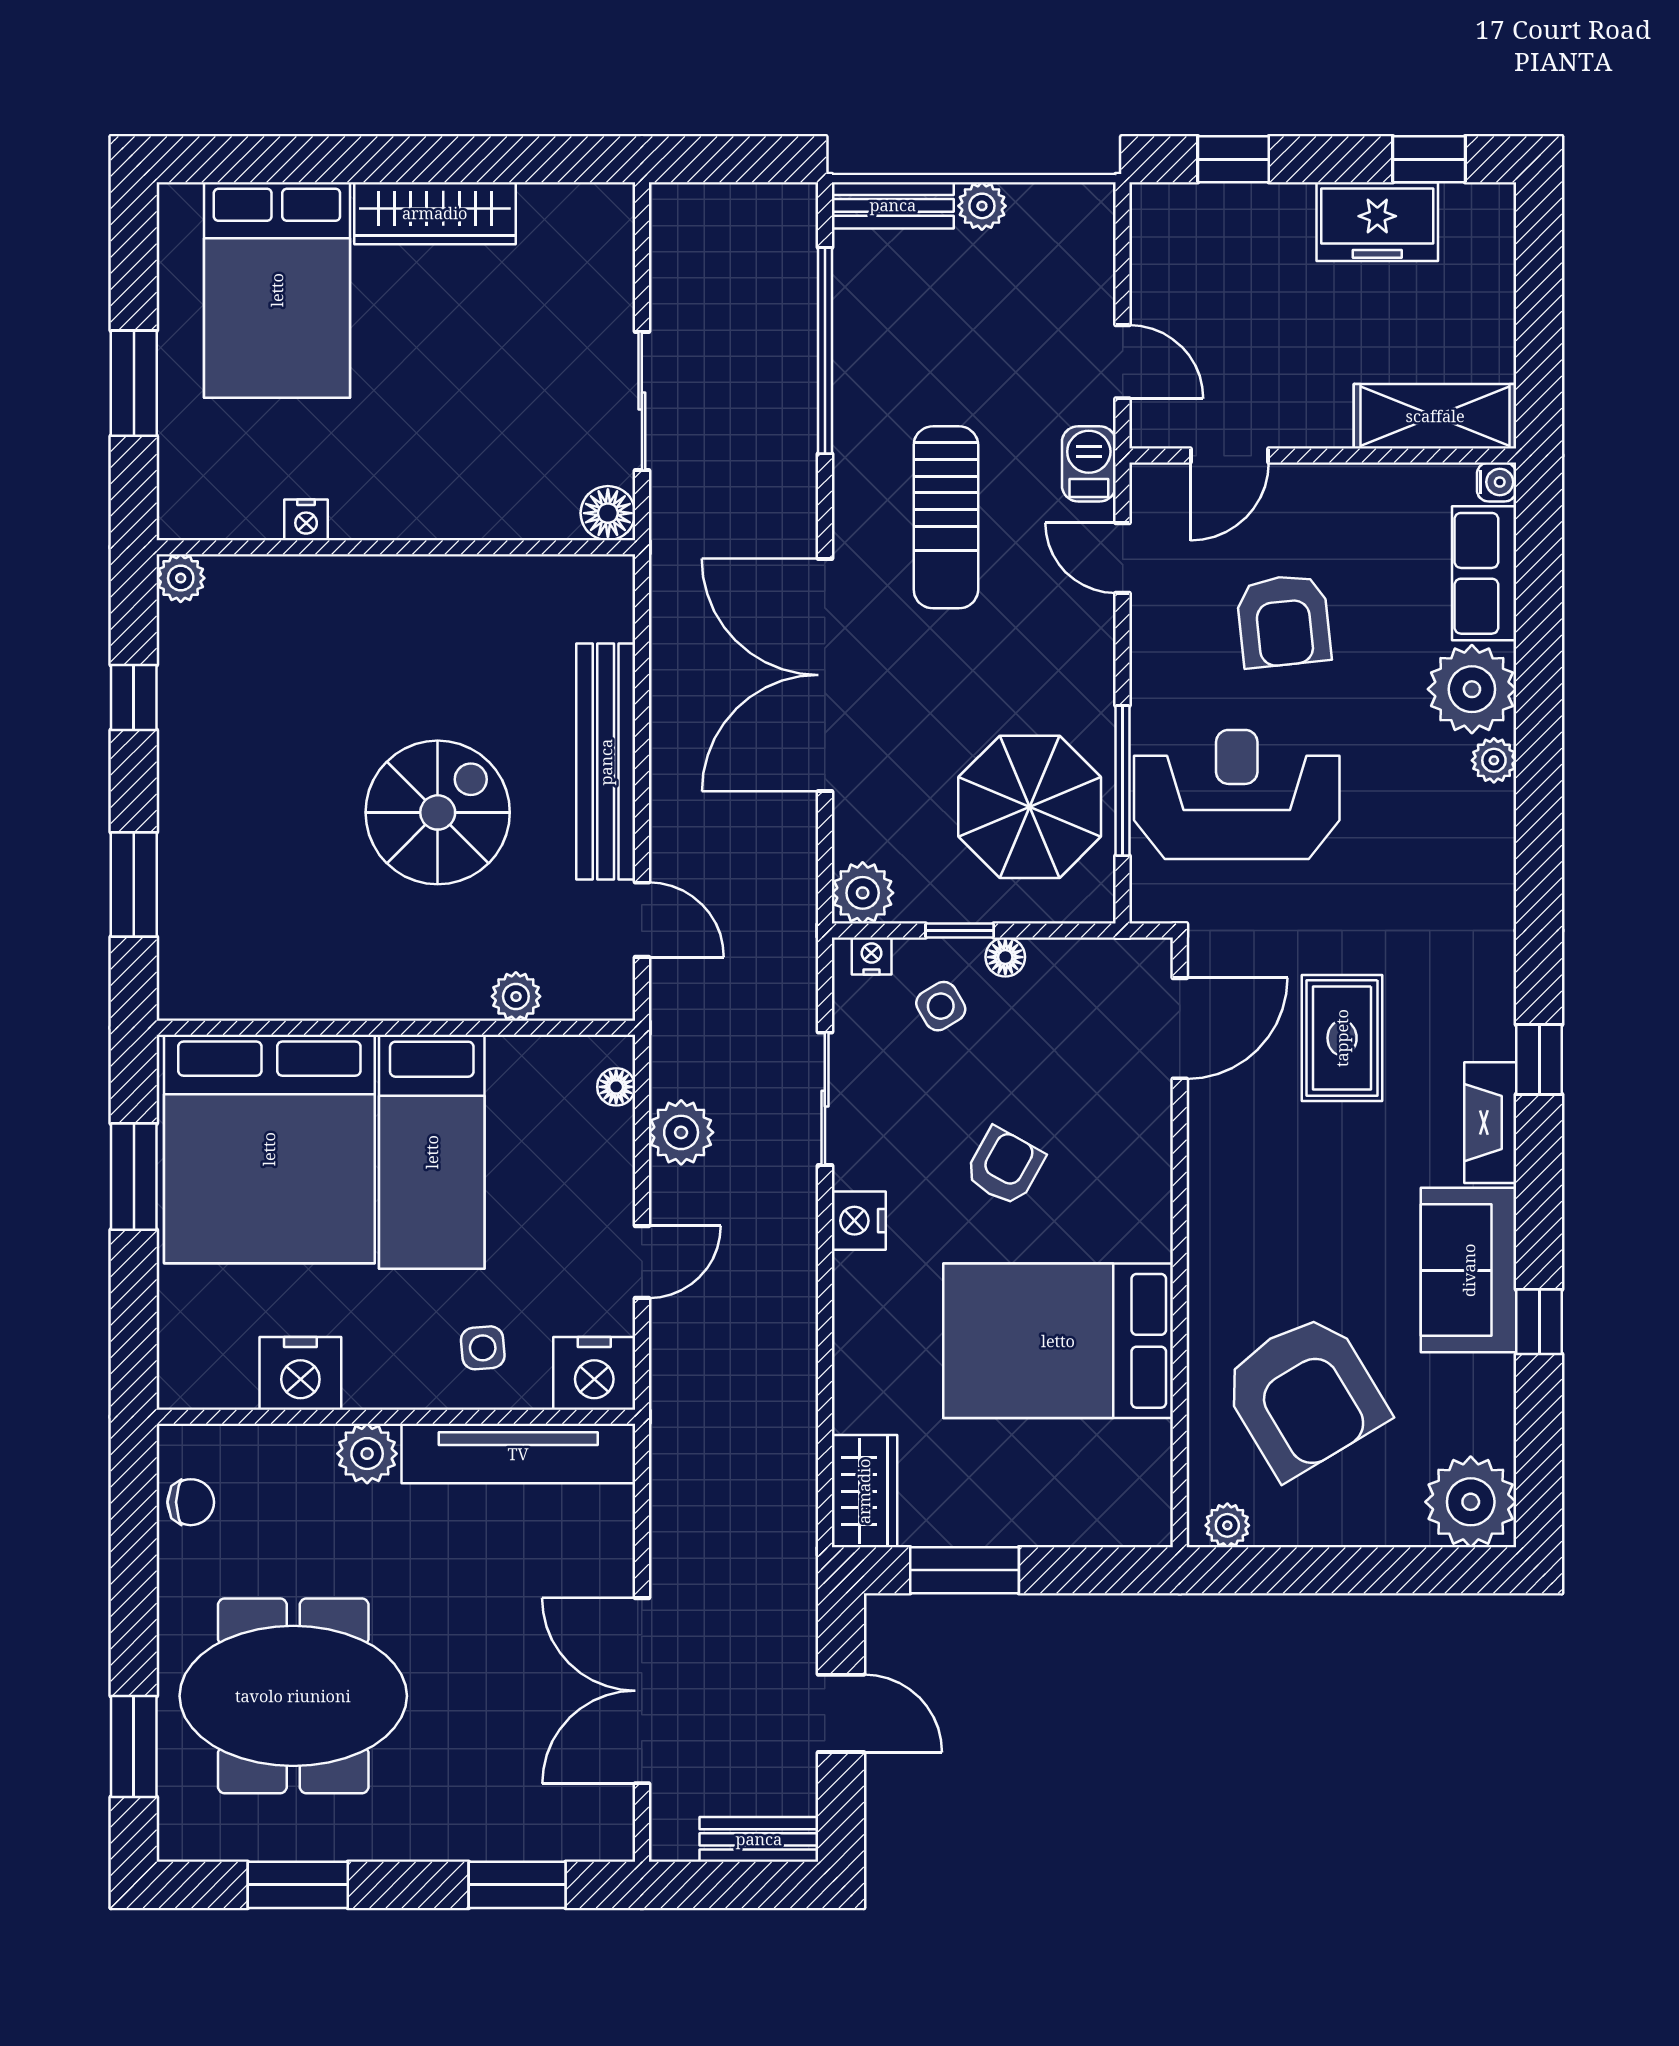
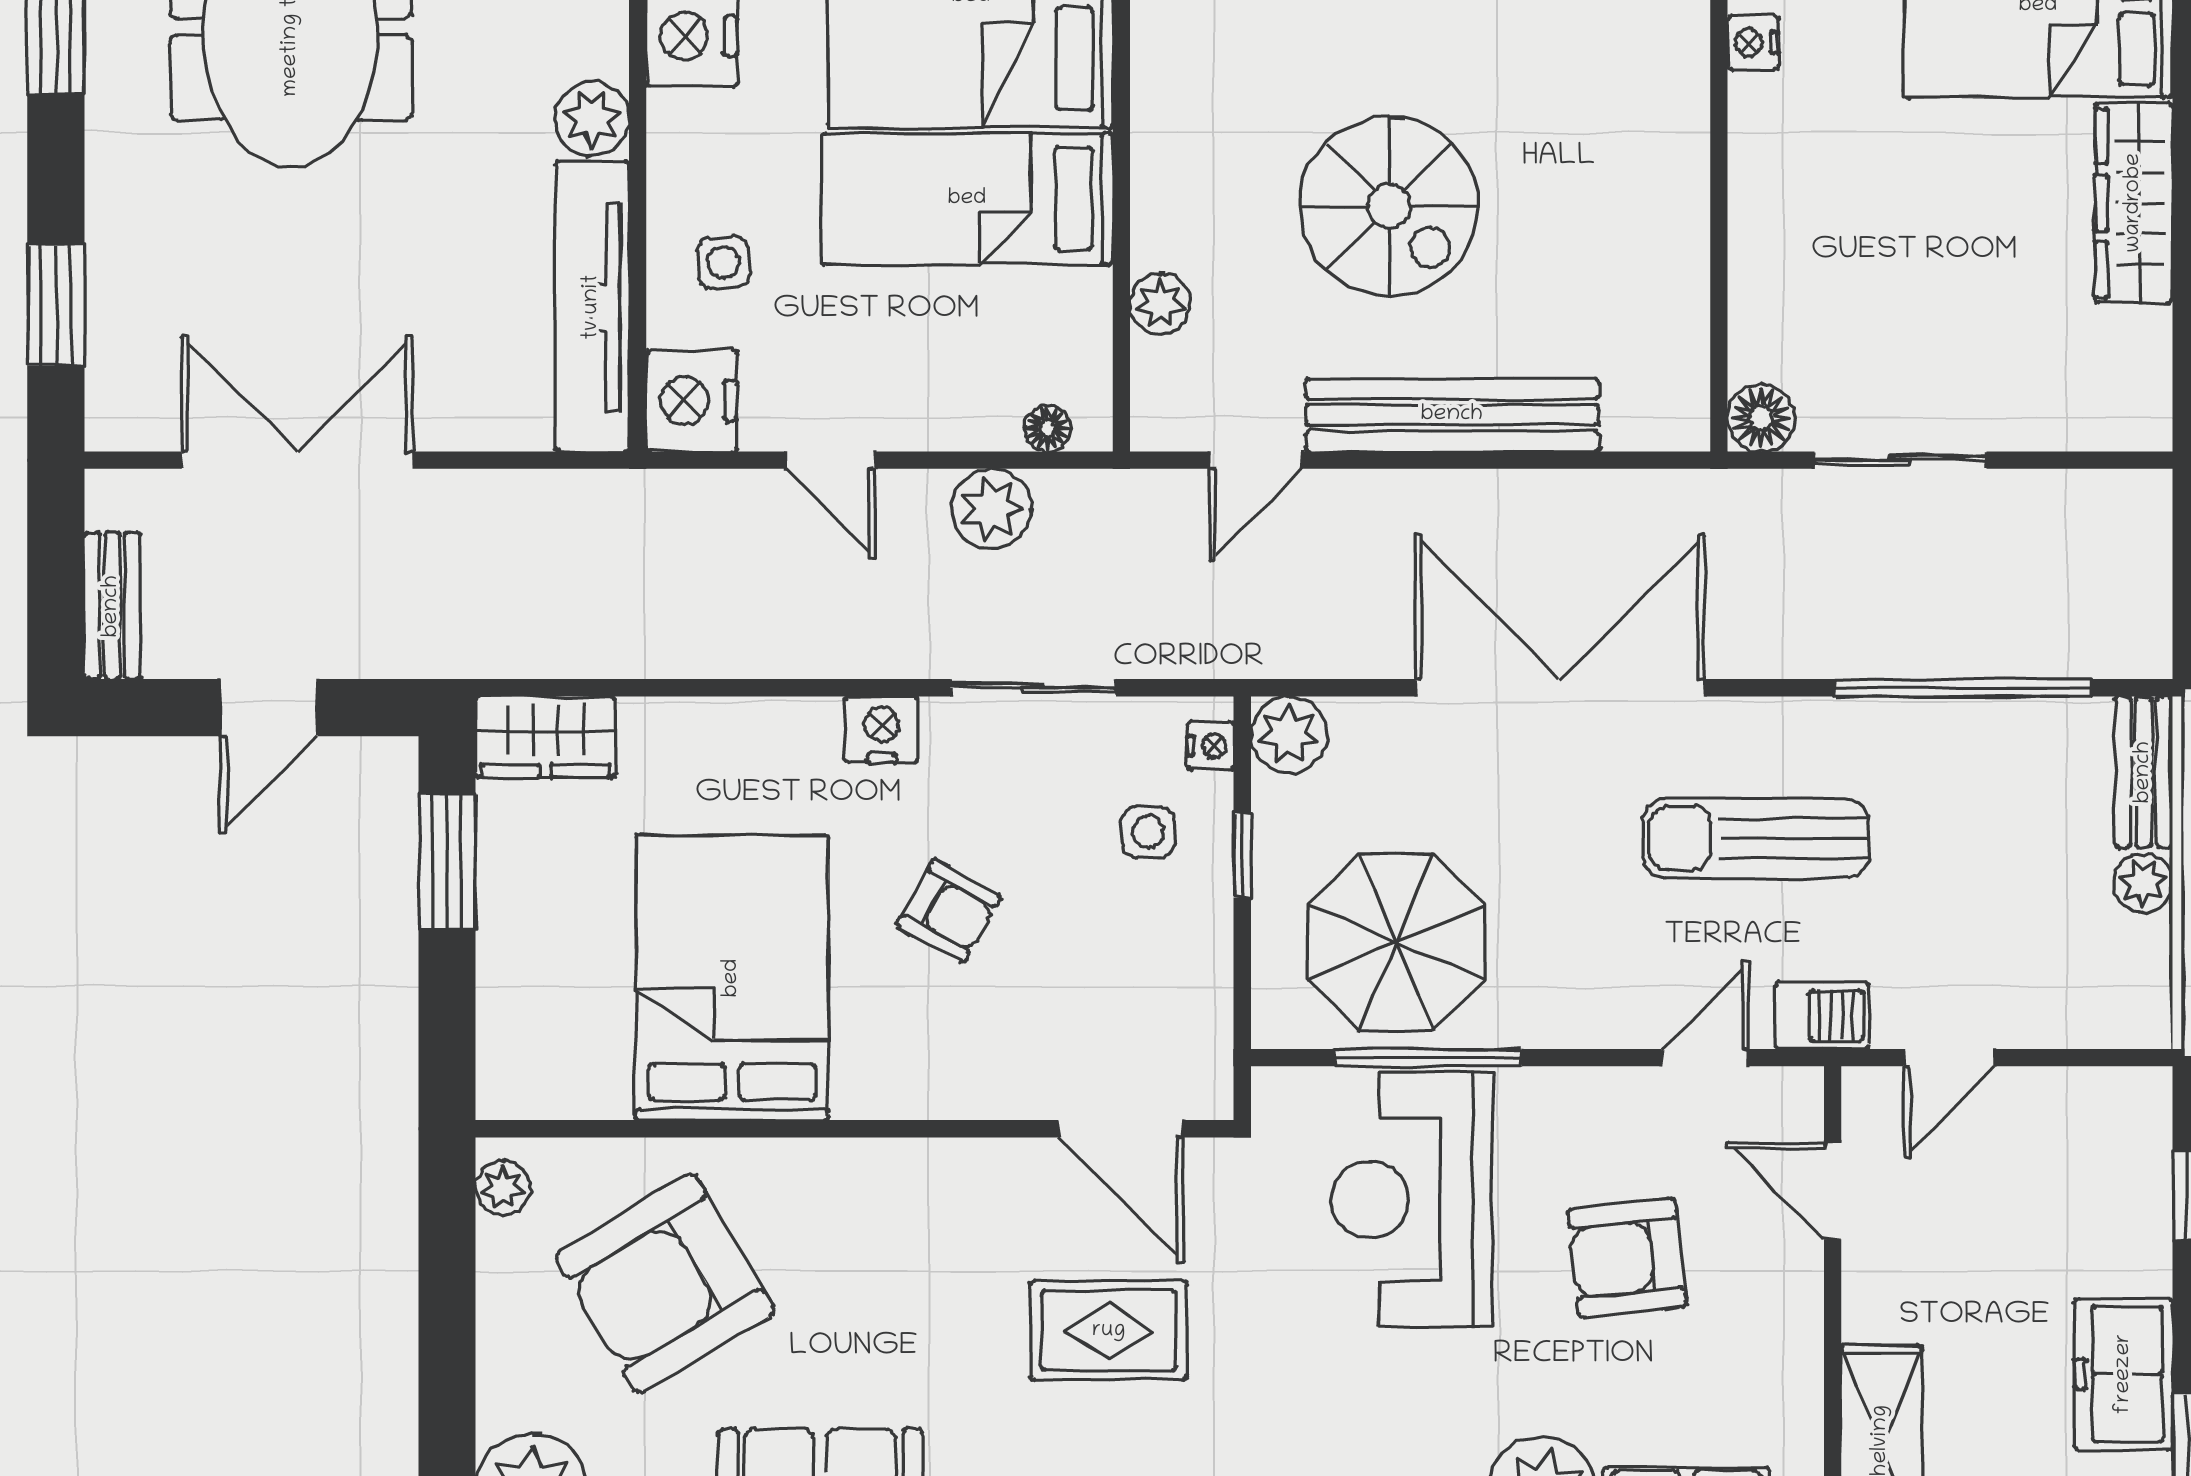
reception desk: (1237, 794) -> (1411, 1200), turned 180
floor lamp: (1005, 957) -> (1209, 912), removed
side table: (941, 1006) -> (1148, 832), turned 31

